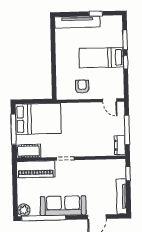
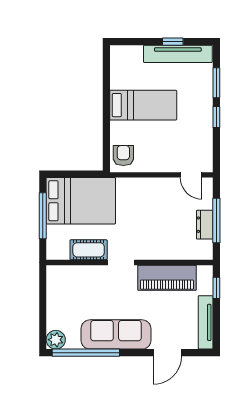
tv unit: (77, 22) -> (178, 54), moved
bed: (101, 58) -> (143, 105), moved, turned 180
armchair: (82, 87) -> (123, 155), moved
dresser: (120, 145) -> (205, 225), moved
cot: (28, 151) -> (89, 250), moved
piano: (36, 169) -> (167, 278), moved

